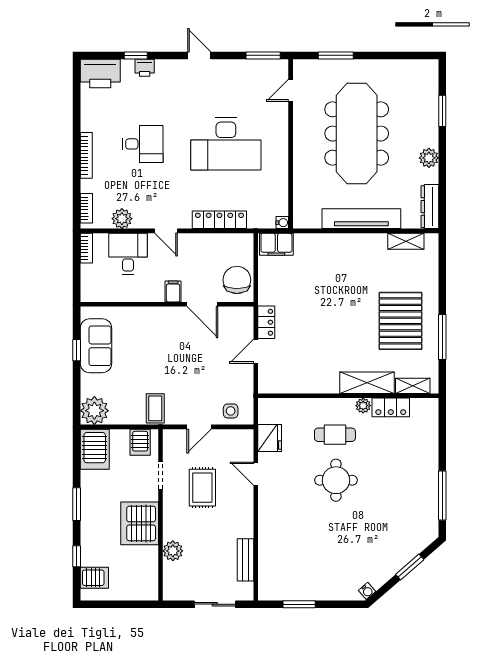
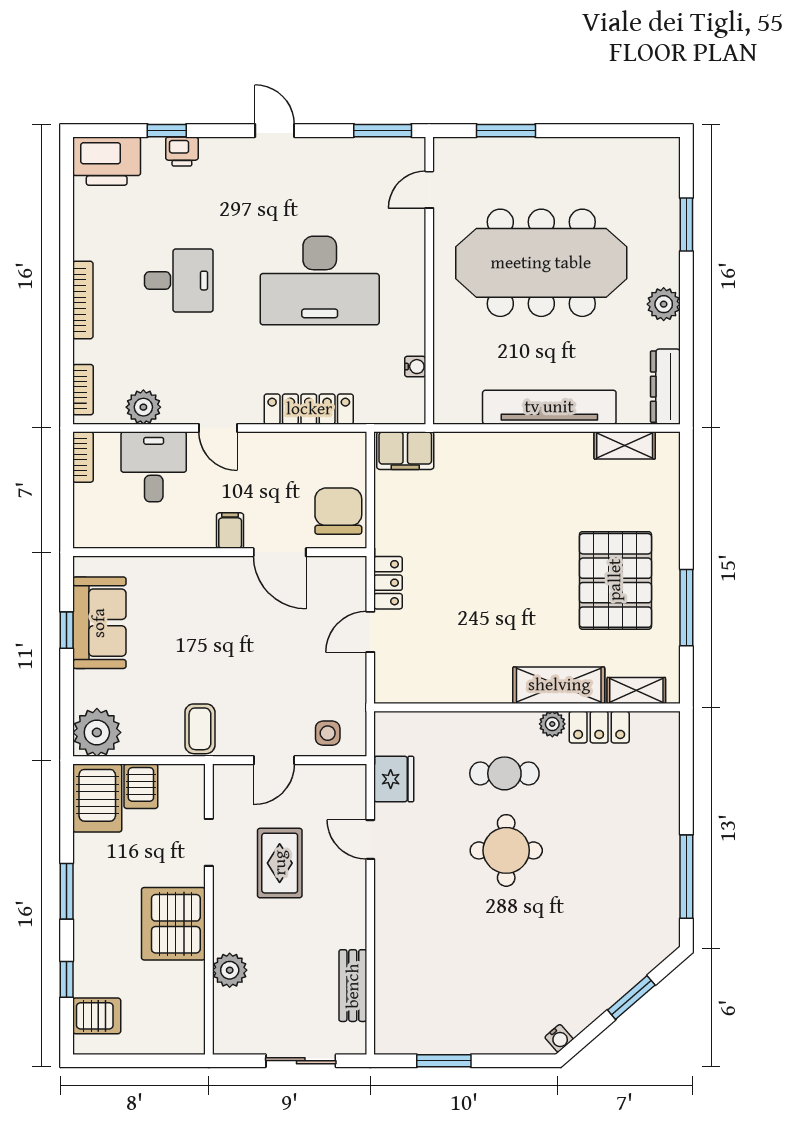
meeting table: (357, 134) -> (541, 263), turned 90
water cooler: (282, 223) -> (415, 367), moved
server rack: (140, 442) -> (141, 786), moved

